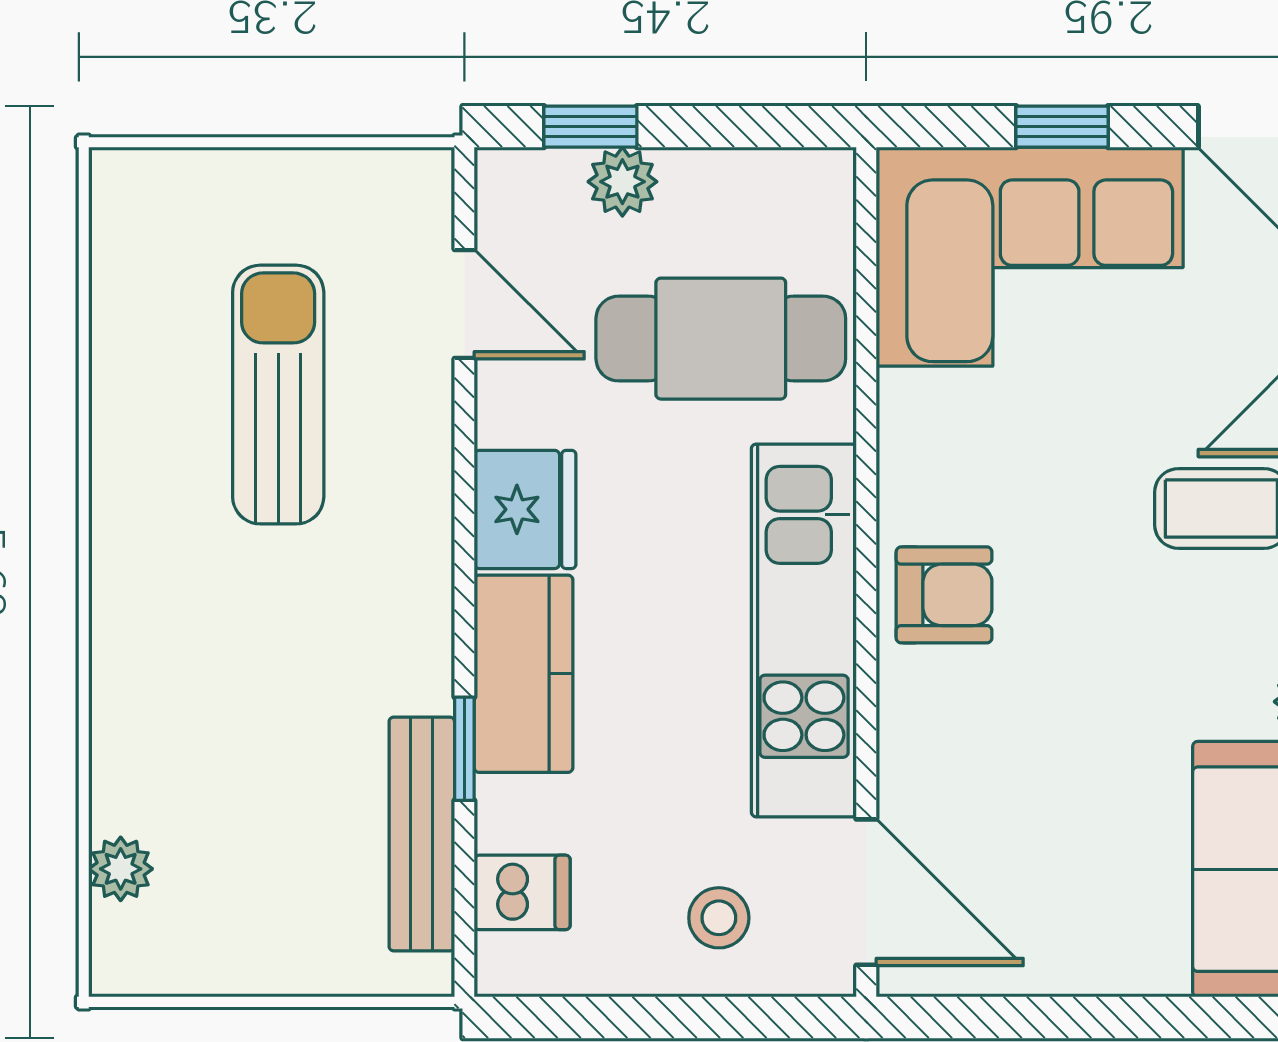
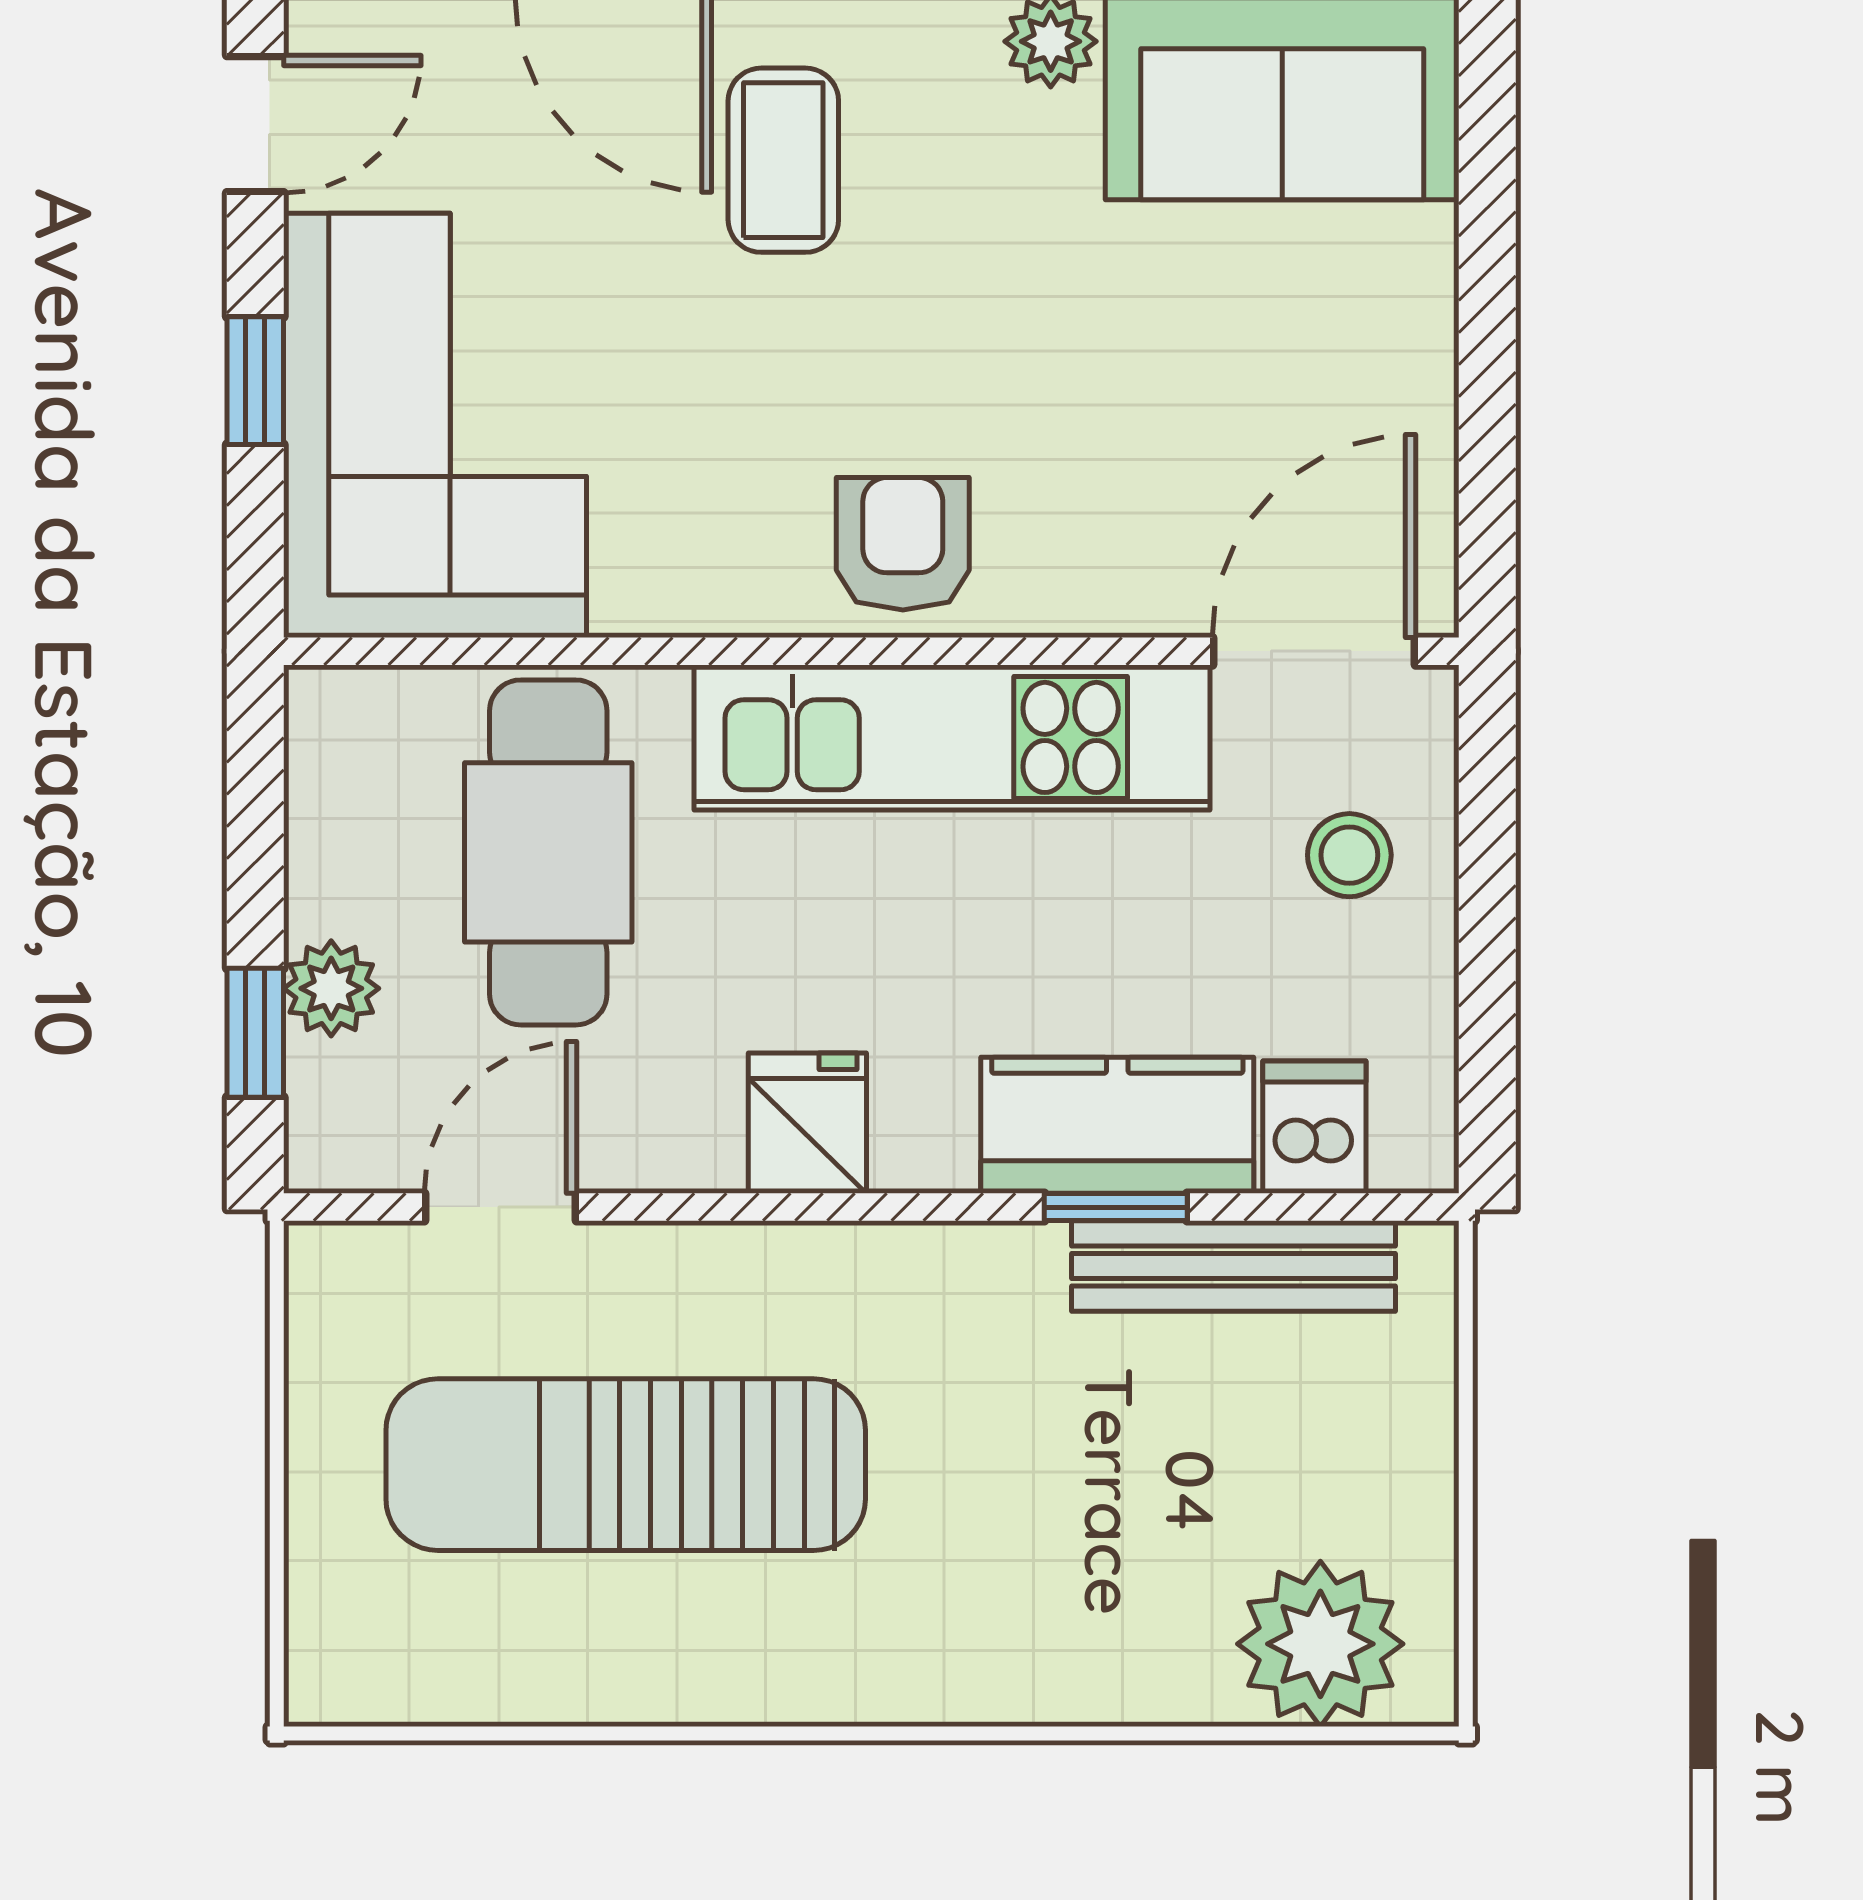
sun lounger: (278, 395) -> (626, 1465), width x1.36, depth x1.34
fridge: (525, 509) -> (807, 1123), width x0.72
kitchen counter: (524, 674) -> (1117, 1125), moved
plant: (121, 869) -> (1320, 1644), width x1.88, depth x1.88

